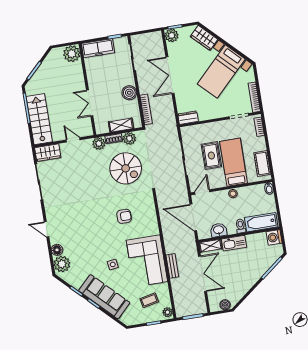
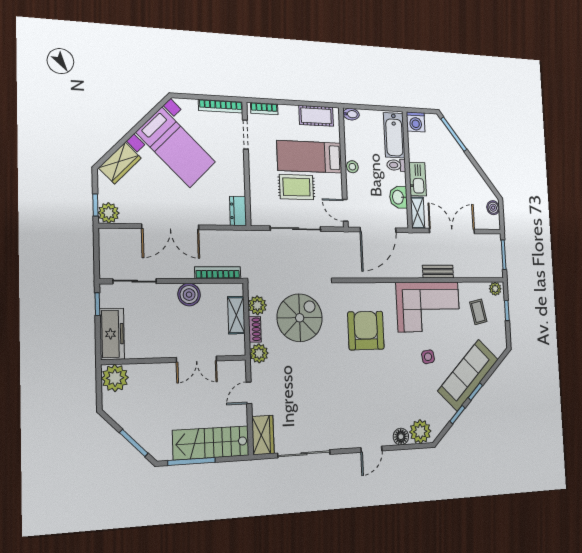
armchair: (124, 216) -> (366, 331), width x1.88, depth x1.88

